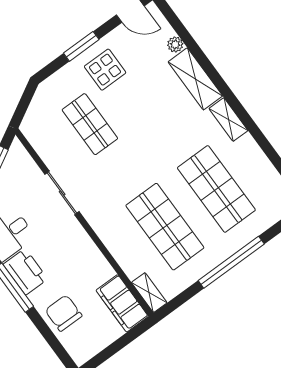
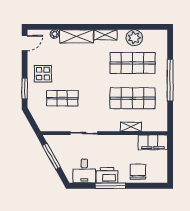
window: (81, 46) -> (25, 88), moved
plant: (255, 165) -> (134, 38), added
shelving: (149, 293) -> (131, 127), moved
chair: (64, 313) -> (138, 172), turned 90

